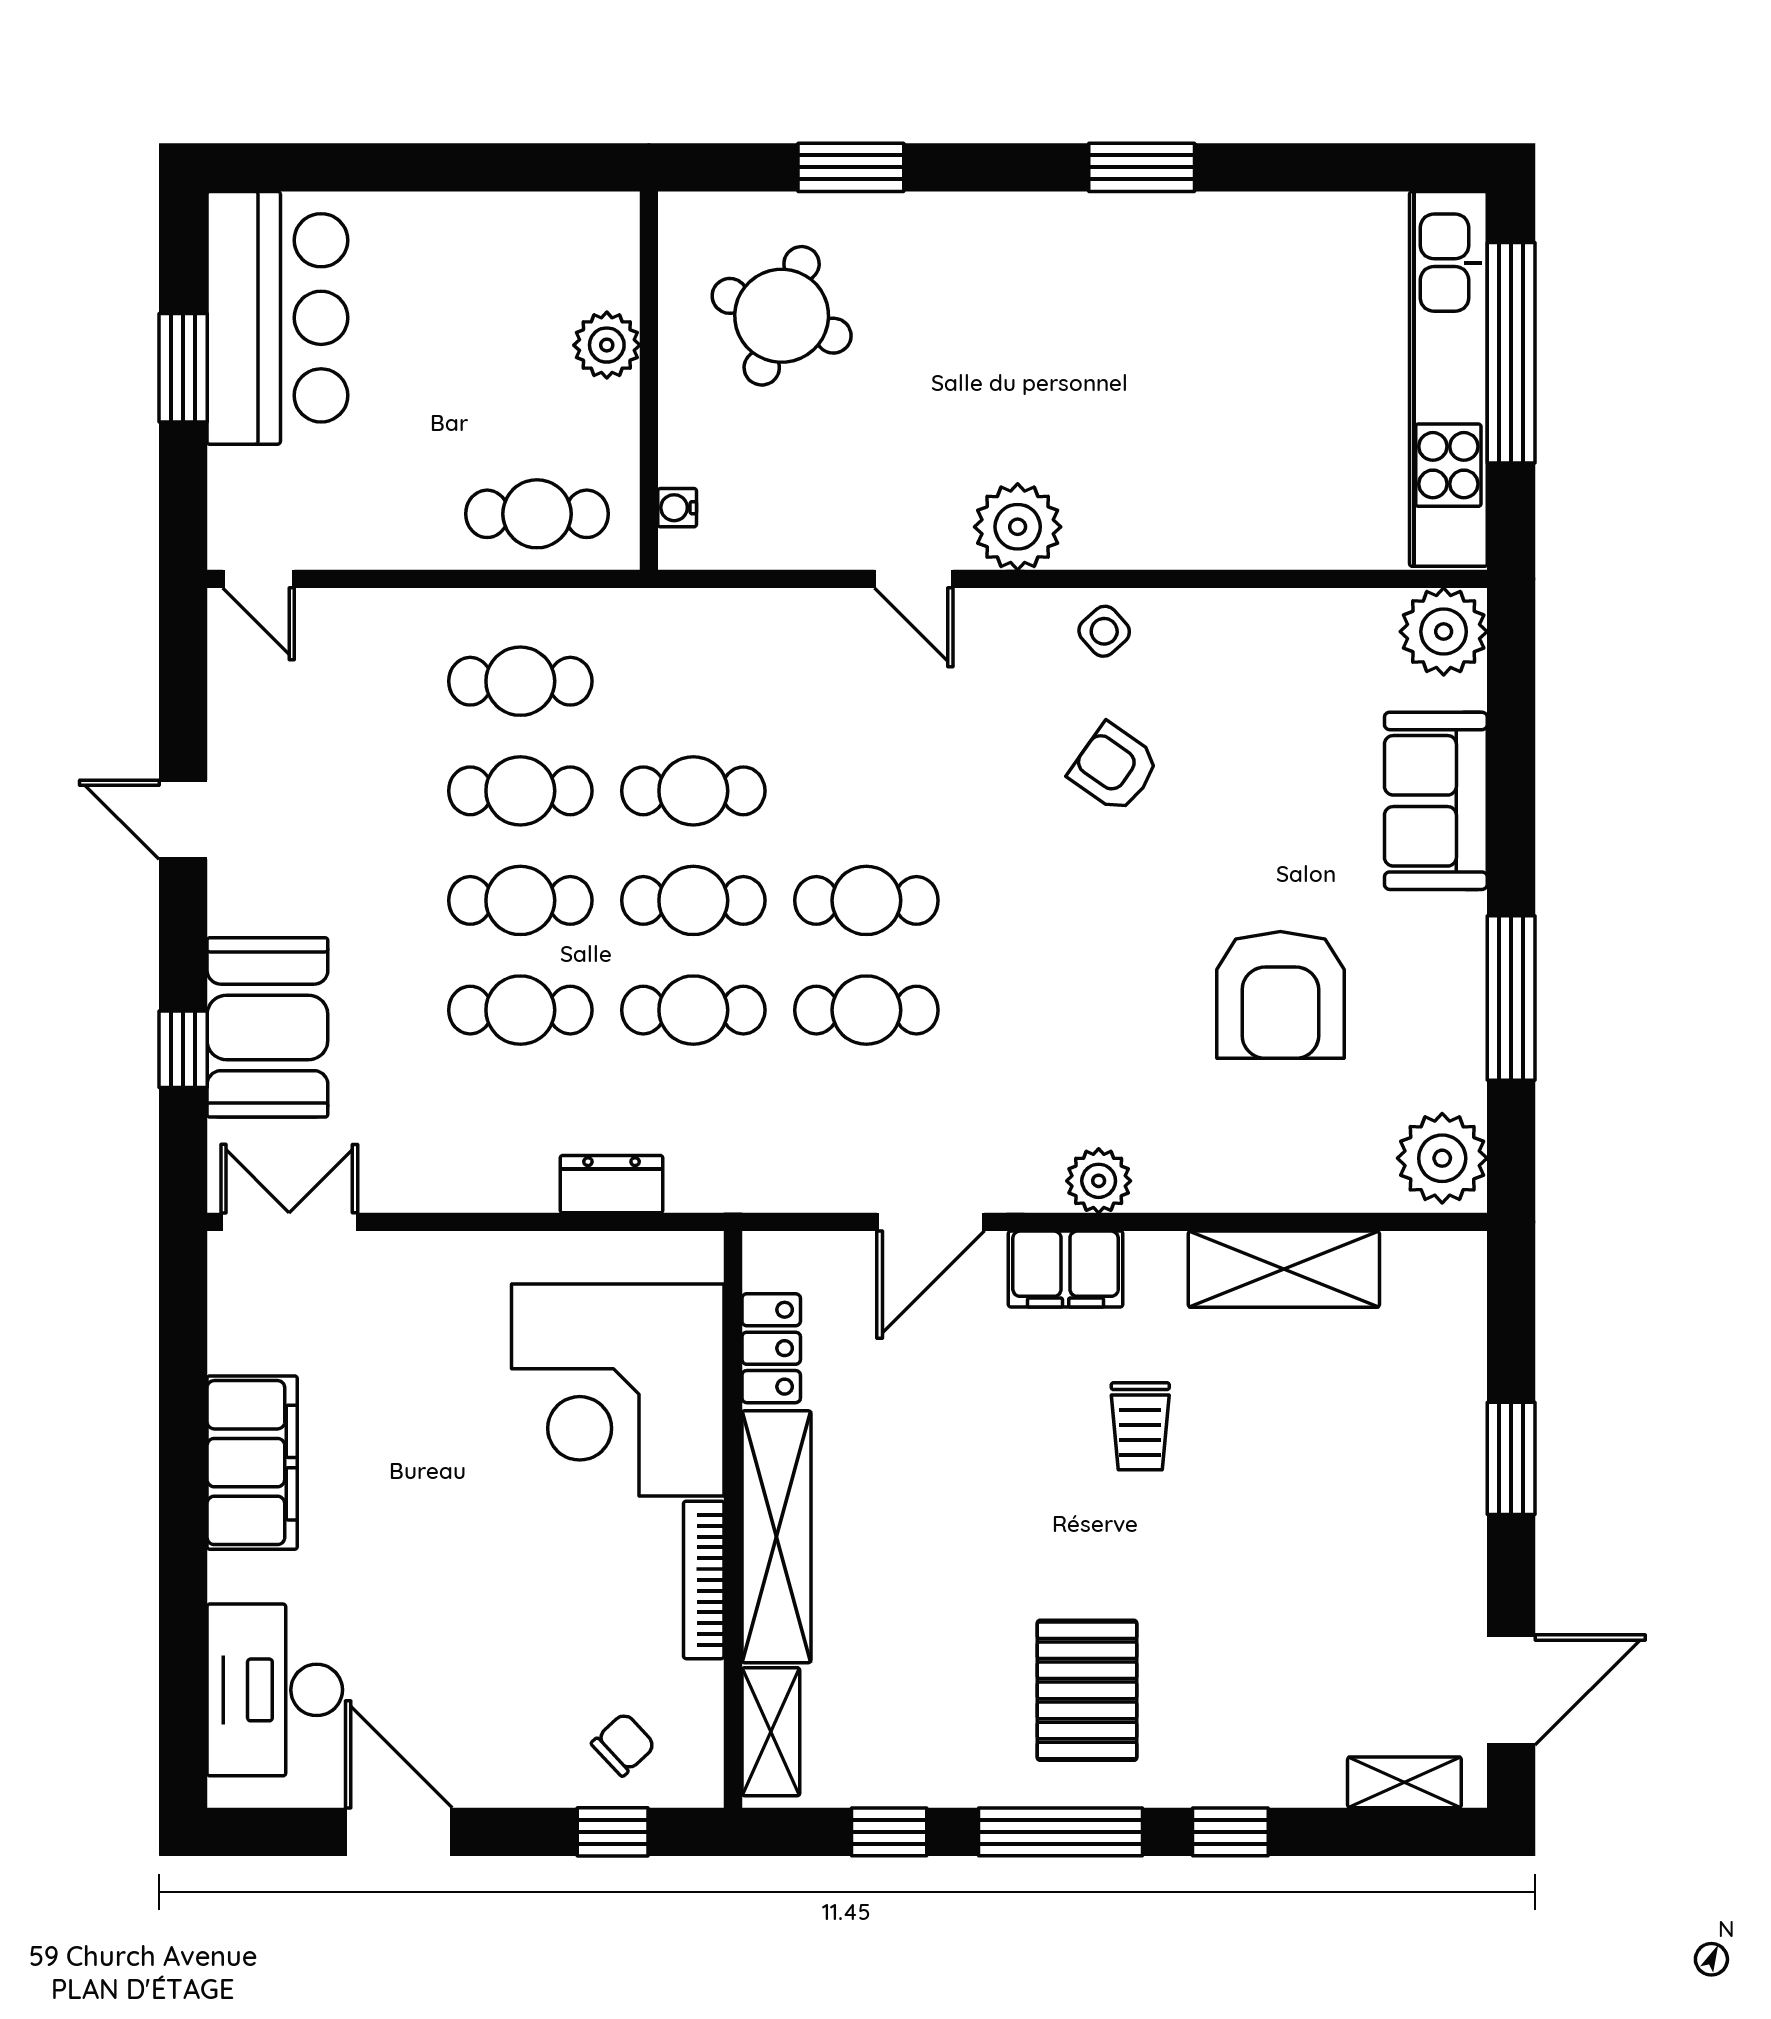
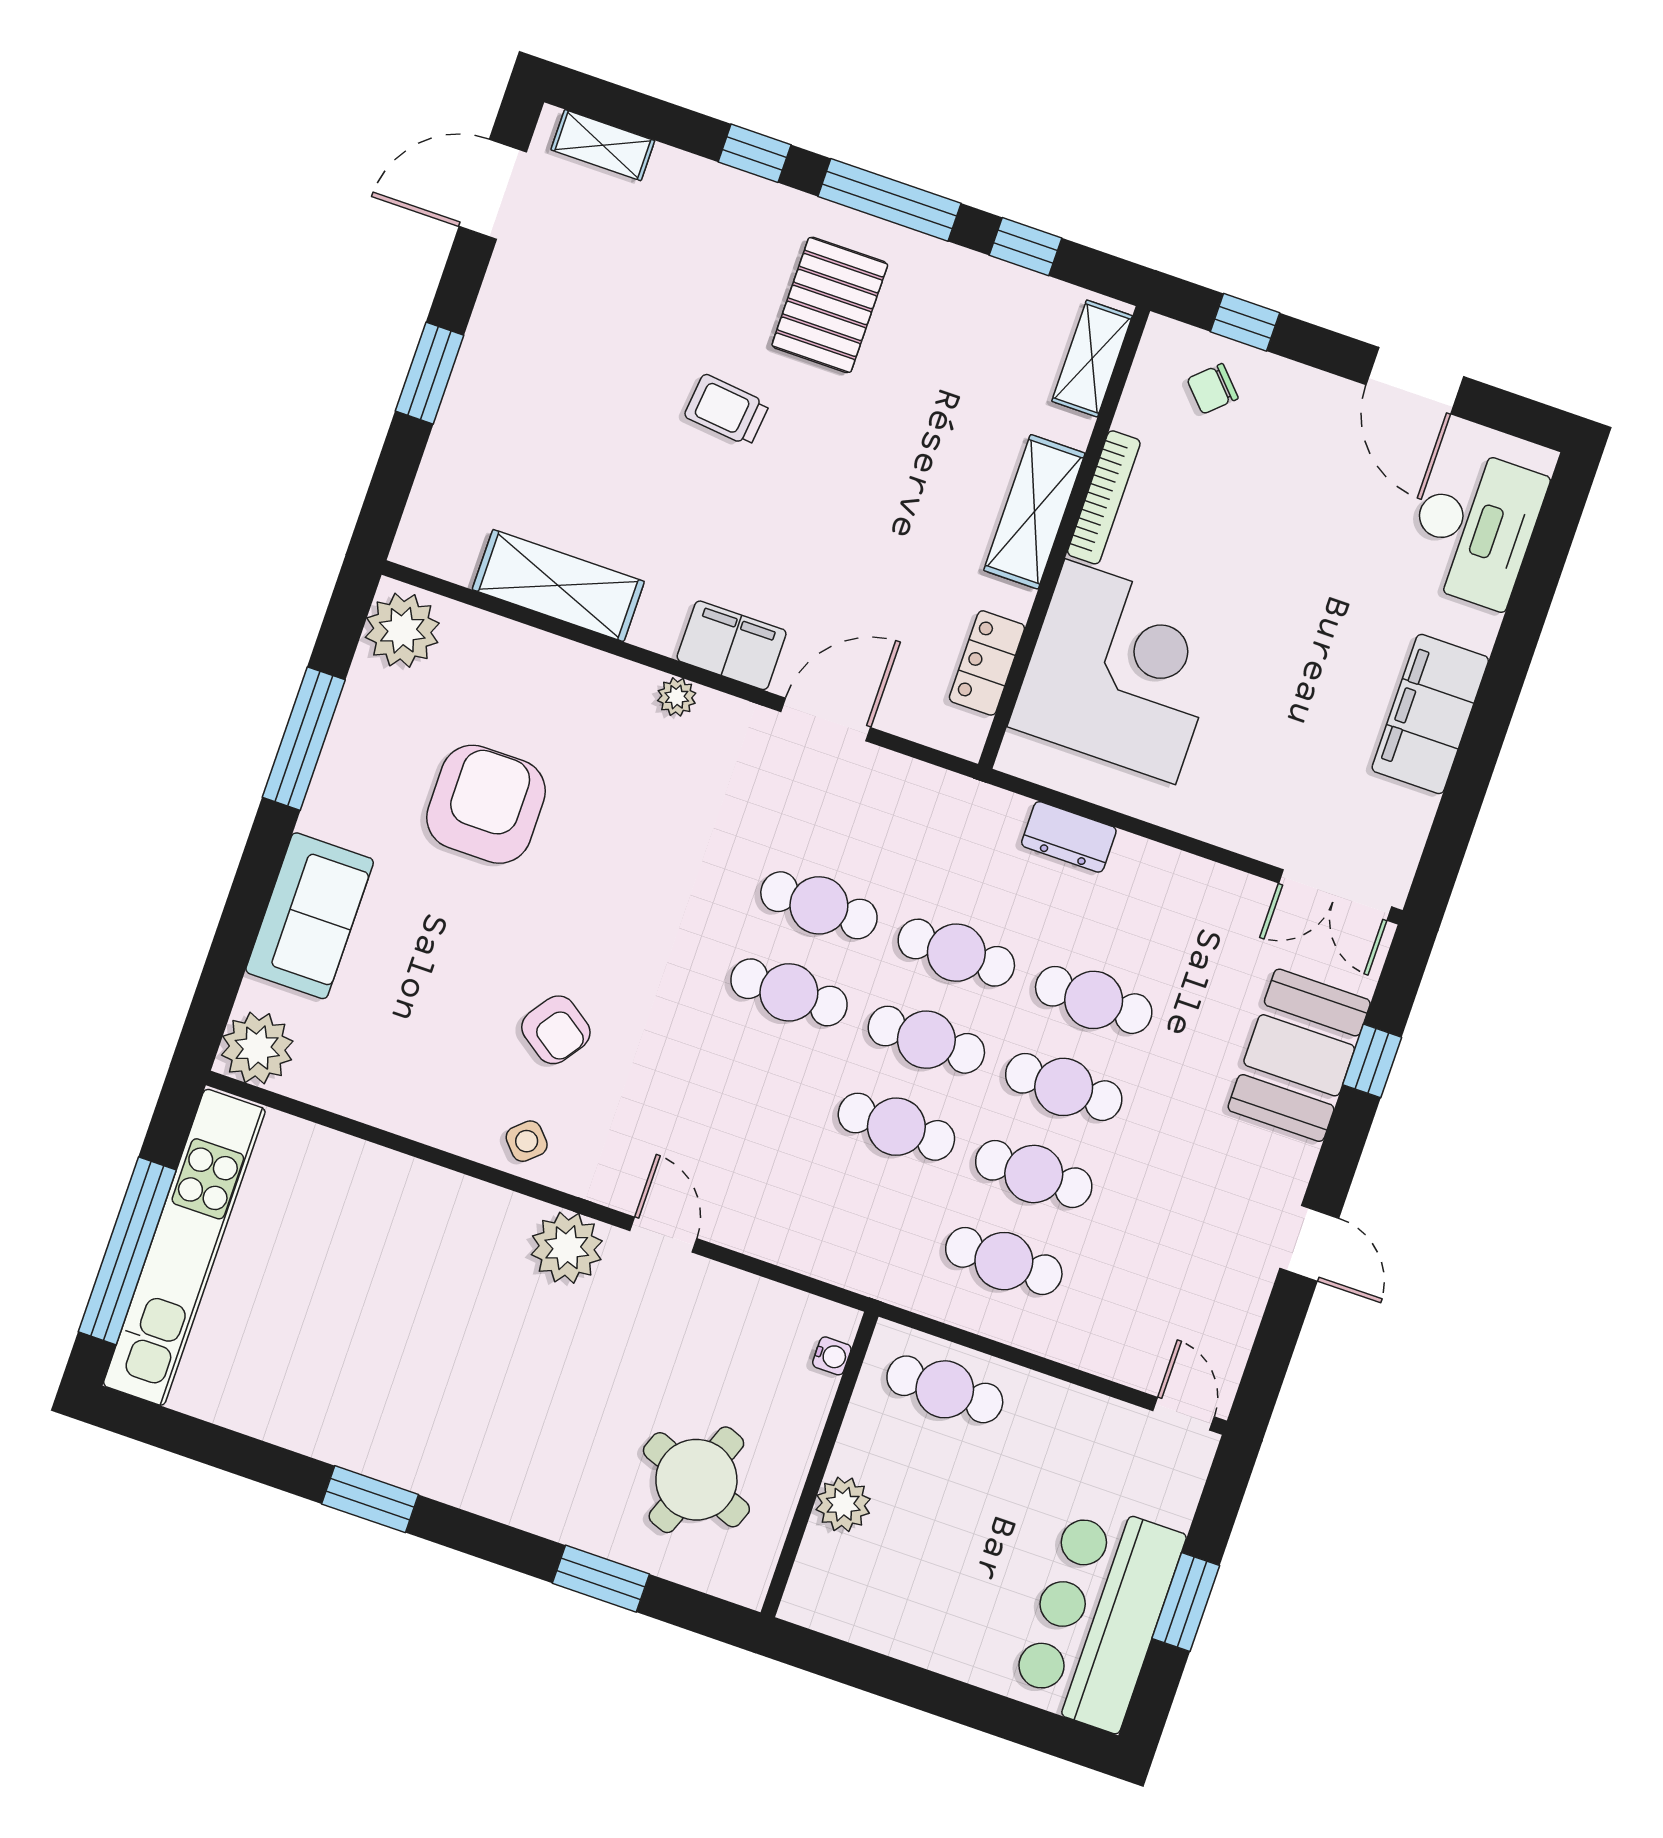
plant: (1099, 1181) -> (677, 697), width x0.73, depth x0.73
trolley: (1140, 1426) -> (727, 410), moved, turned -84
shelving: (776, 1537) -> (1034, 512), width x0.68

